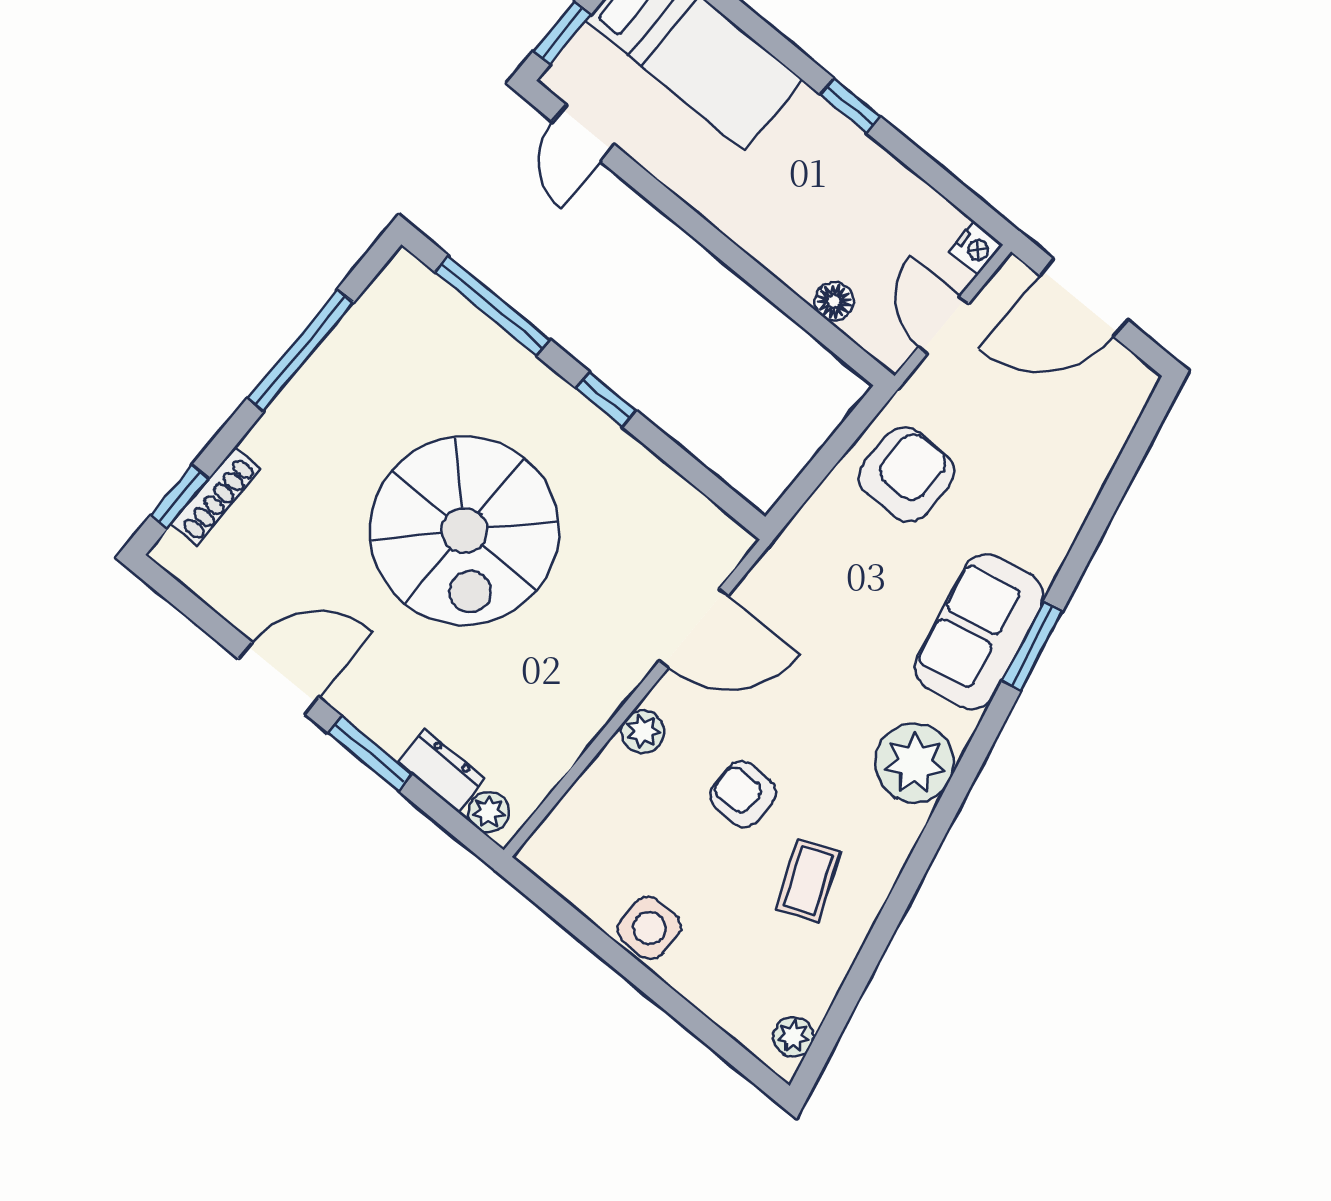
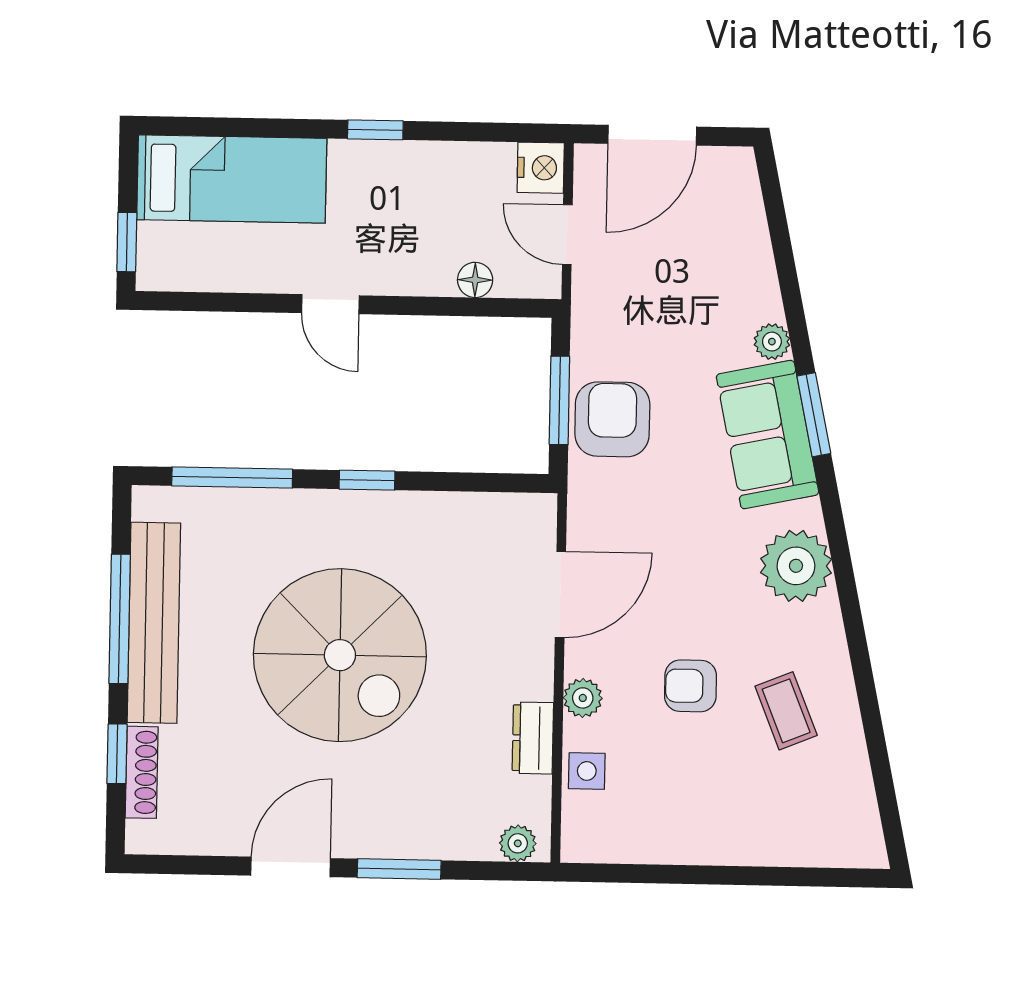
door: (583, 133) -> (330, 304), moved
nightstand: (976, 248) -> (541, 168), width x1.39, depth x1.35
bench: (327, 377) -> (154, 623), added
window: (825, 461) -> (559, 400), added
armchair: (907, 474) -> (612, 419), moved
window: (180, 497) -> (117, 754), moved
dresser: (441, 770) -> (533, 738), moved, turned -90
side table: (649, 928) -> (587, 771), moved, width x0.73, depth x0.73
plant: (794, 1037) -> (772, 342), moved

